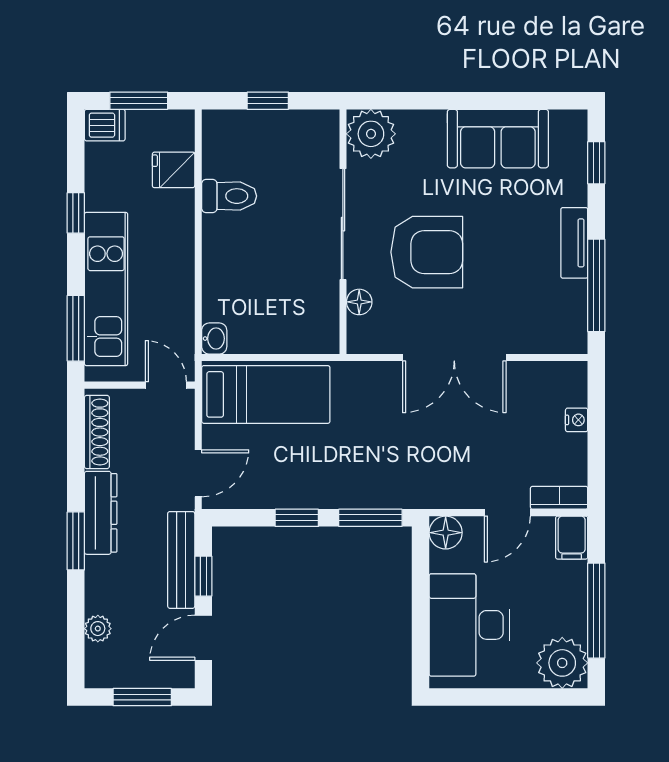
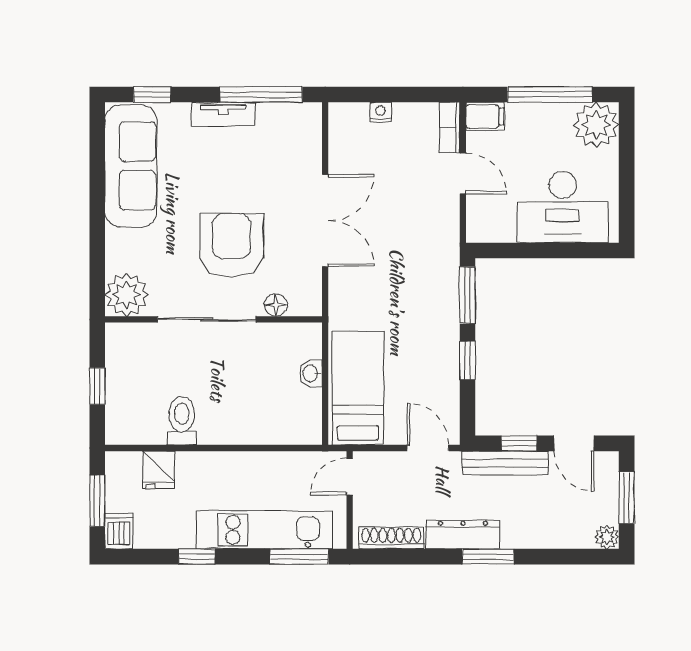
sofa: (498, 139) -> (131, 166), width x1.36
washbasin: (214, 339) -> (311, 373), moved, turned -90
floor lamp: (446, 533) -> (481, 228), removed
plant: (98, 629) -> (607, 537), moved

